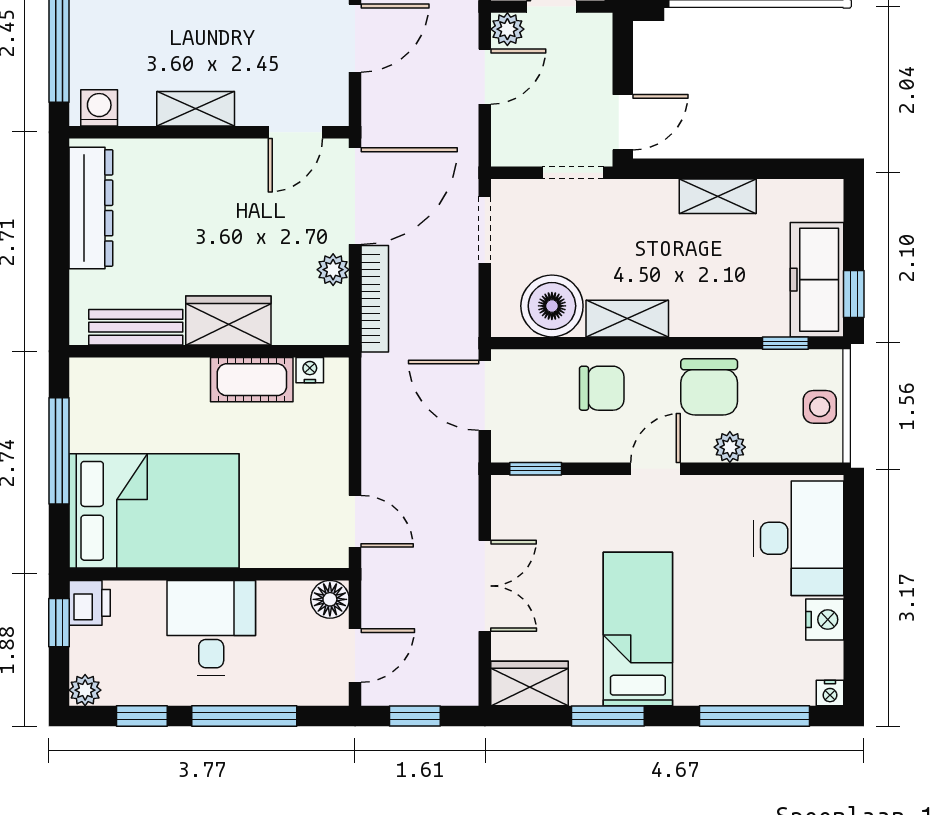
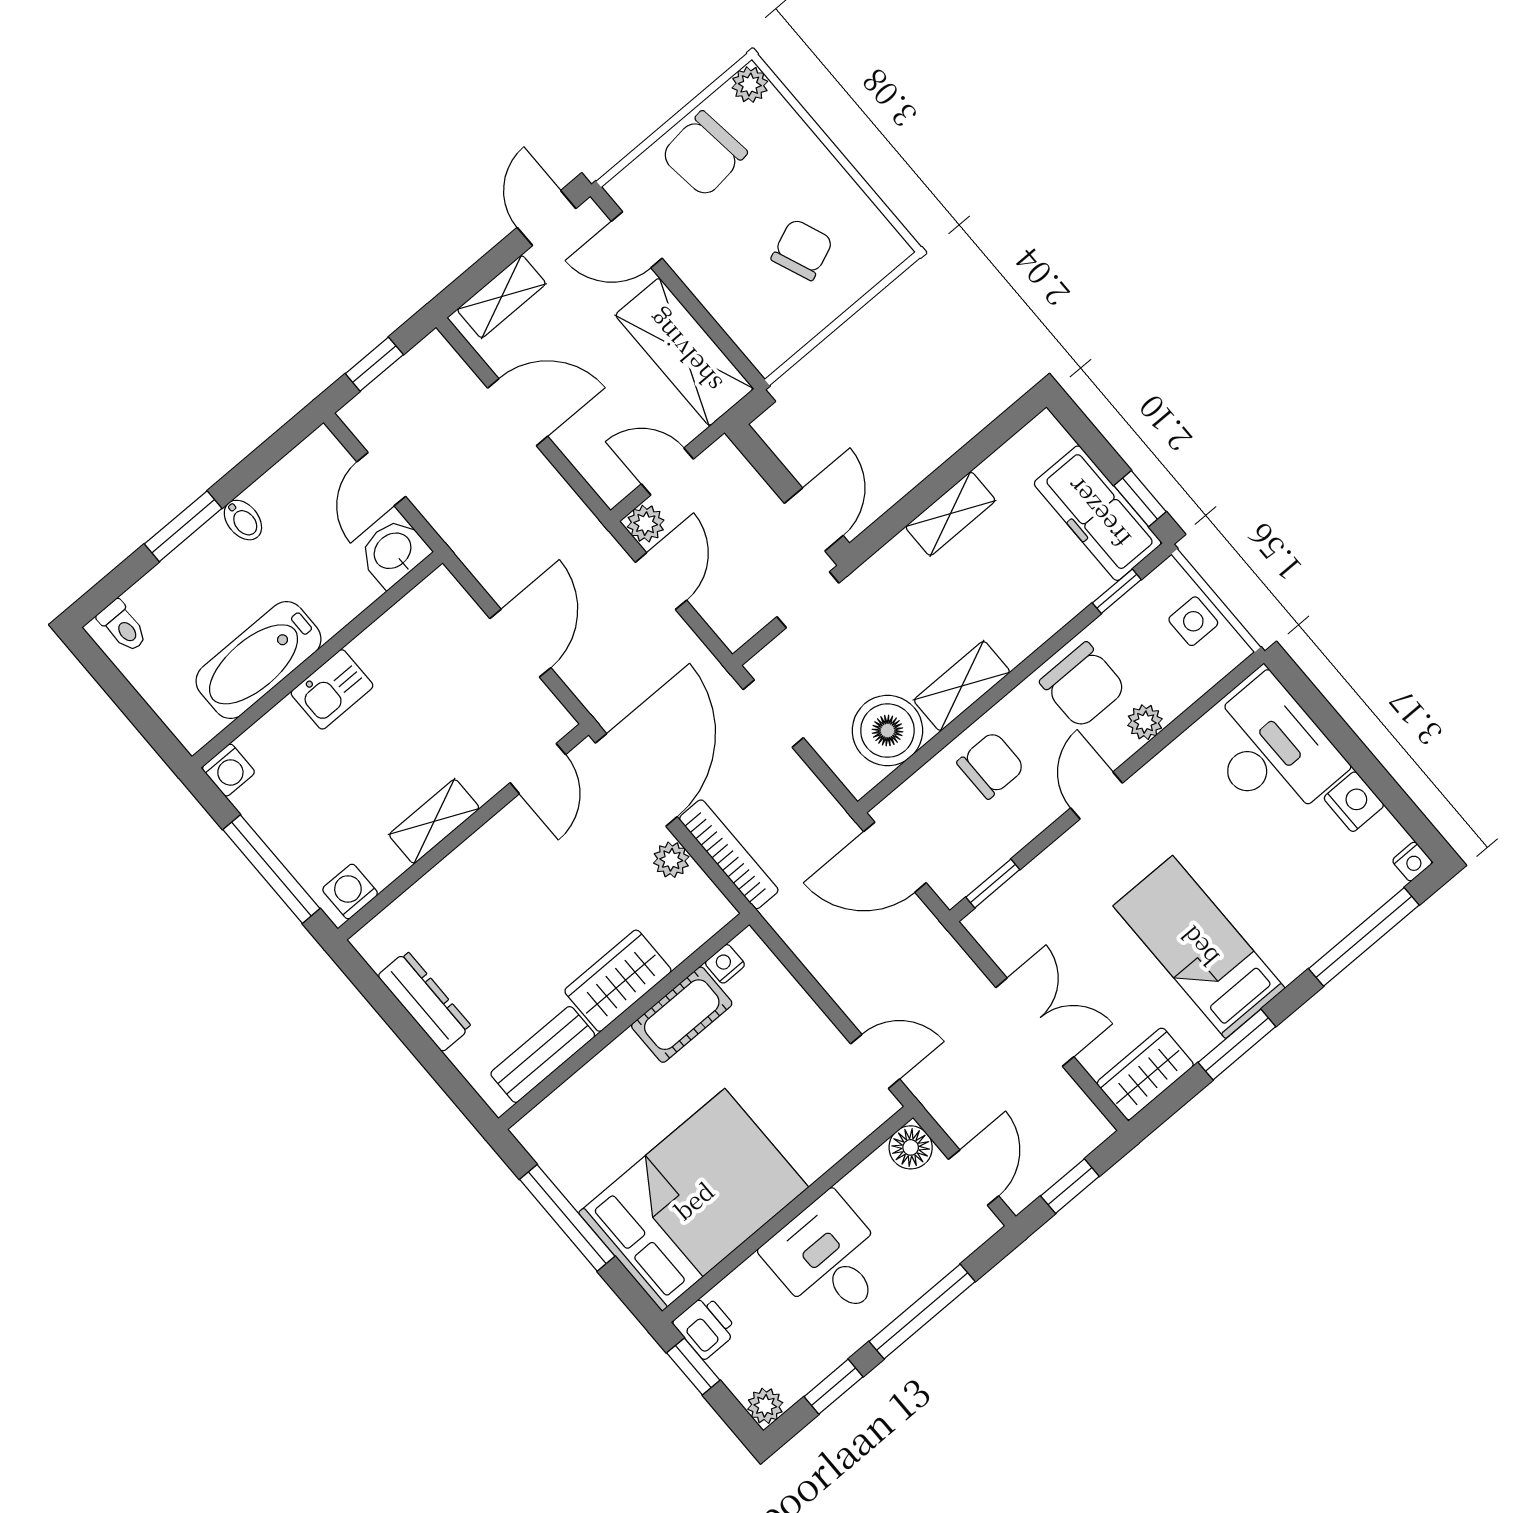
dresser: (91, 208) -> (425, 1001), width x0.73, depth x0.80

